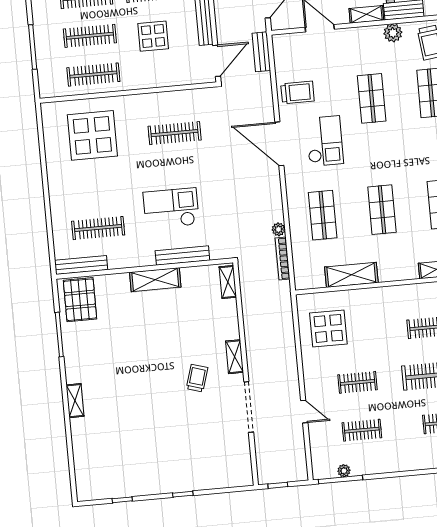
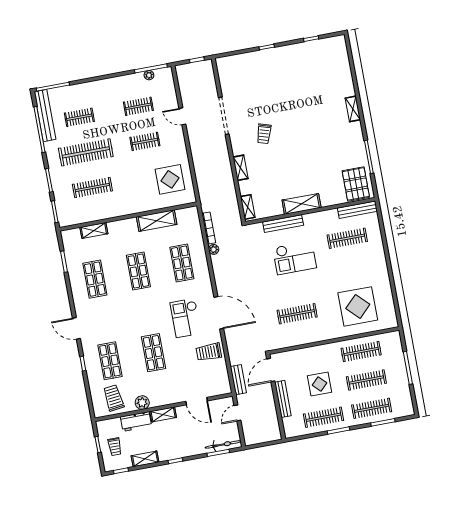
shelving: (234, 357) -> (241, 168), moved

